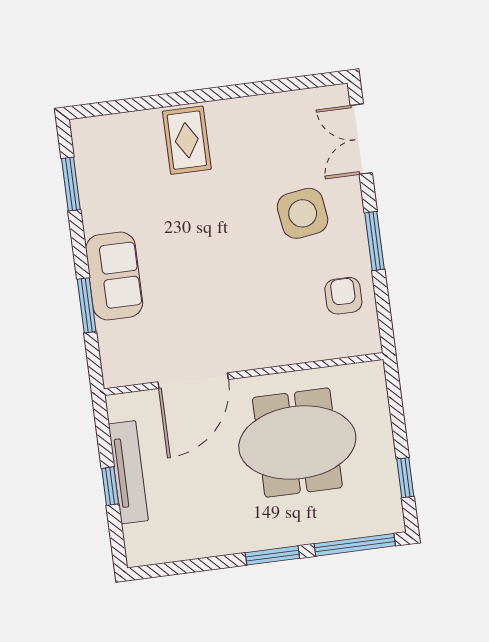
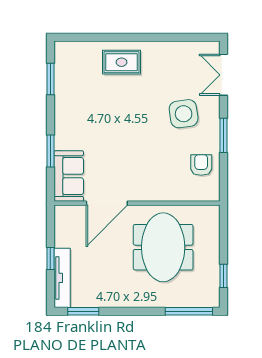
rug: (187, 140) -> (121, 62), turned 90
sofa: (114, 276) -> (69, 176), moved
meeting table: (297, 443) -> (163, 247), turned 90
tv unit: (128, 472) -> (62, 278), moved
window: (272, 555) -> (83, 311), moved

